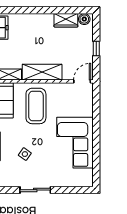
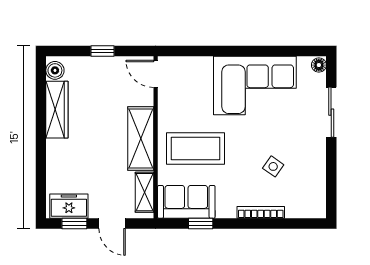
wardrobe: (66, 20) -> (57, 110), width x1.50
floor lamp: (88, 182) -> (319, 65), added
sliding door: (35, 190) -> (331, 112), moved

